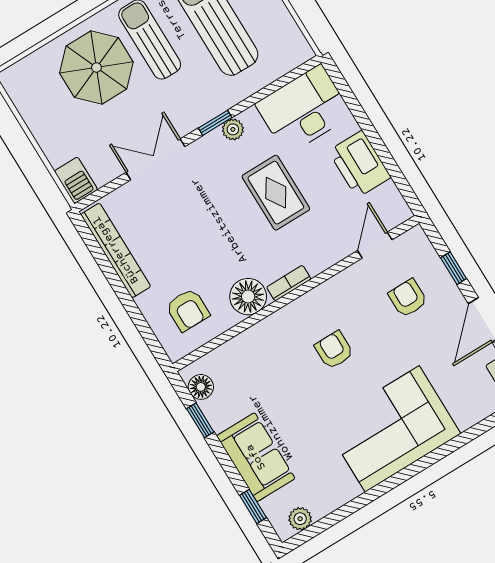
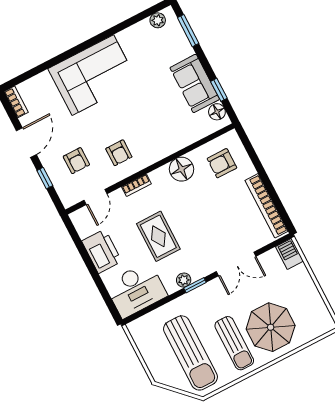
bookcase: (289, 283) -> (136, 185), moved
armchair: (188, 310) -> (222, 163), turned -90
armchair: (334, 350) -> (119, 153), moved
sofa: (256, 457) -> (195, 83), moved
window: (253, 506) -> (188, 31), width x1.50

